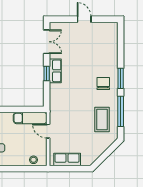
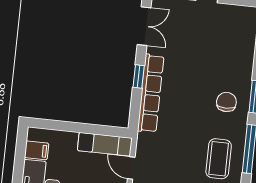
row of seats: (55, 71) -> (151, 93), width x2.02

